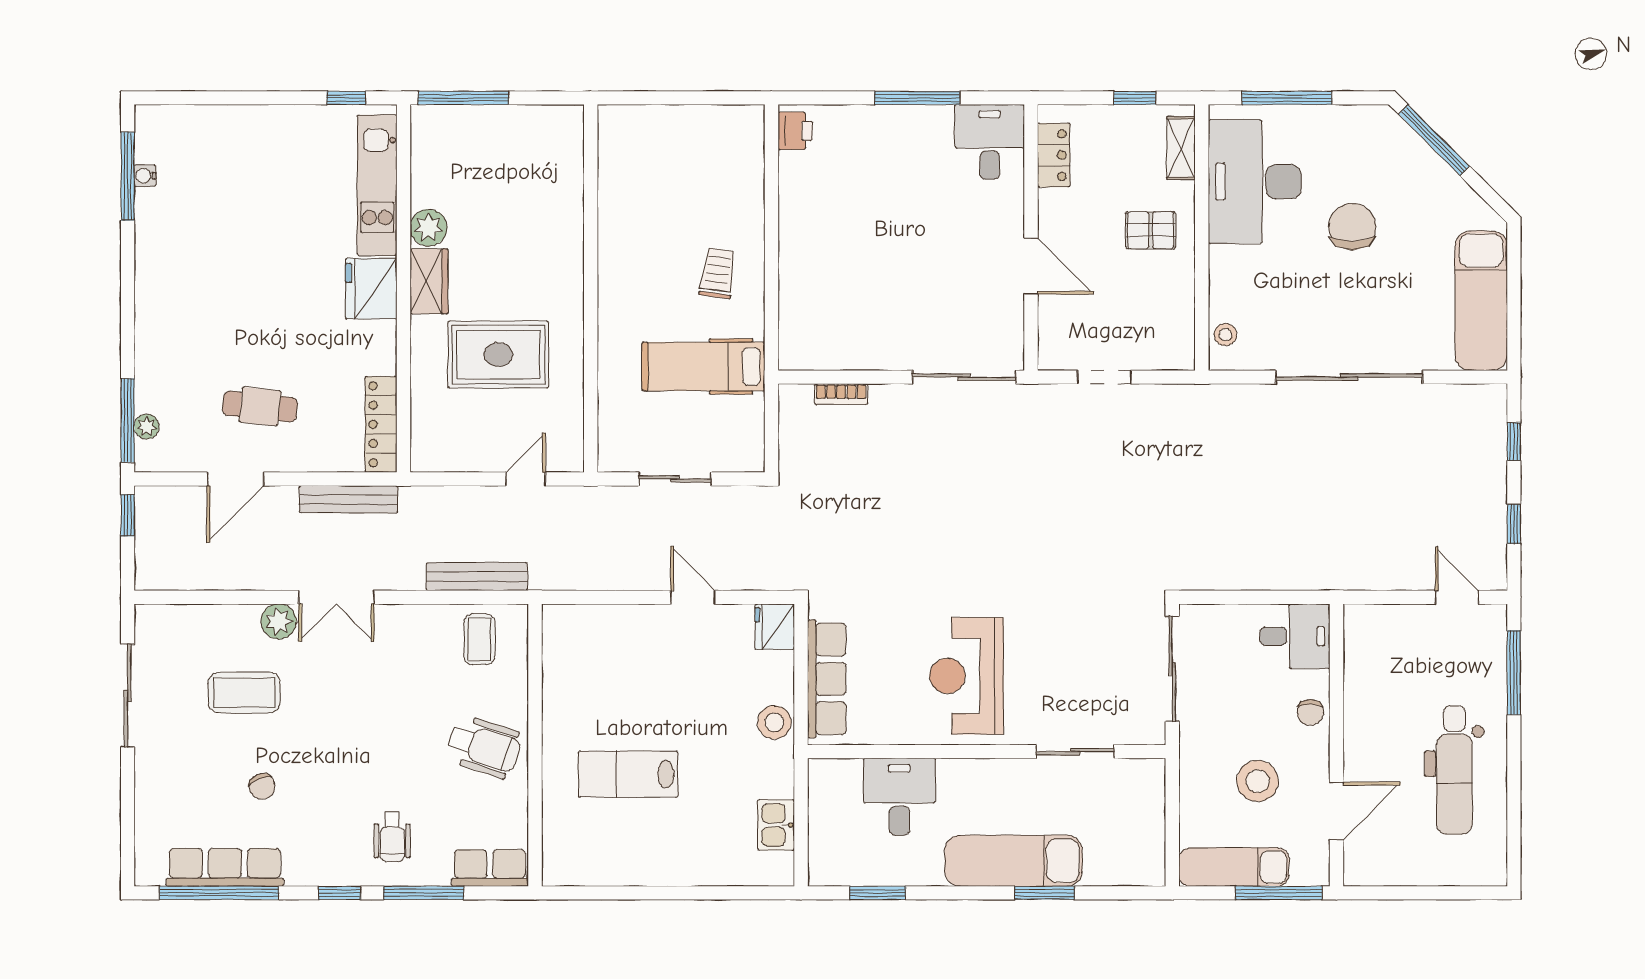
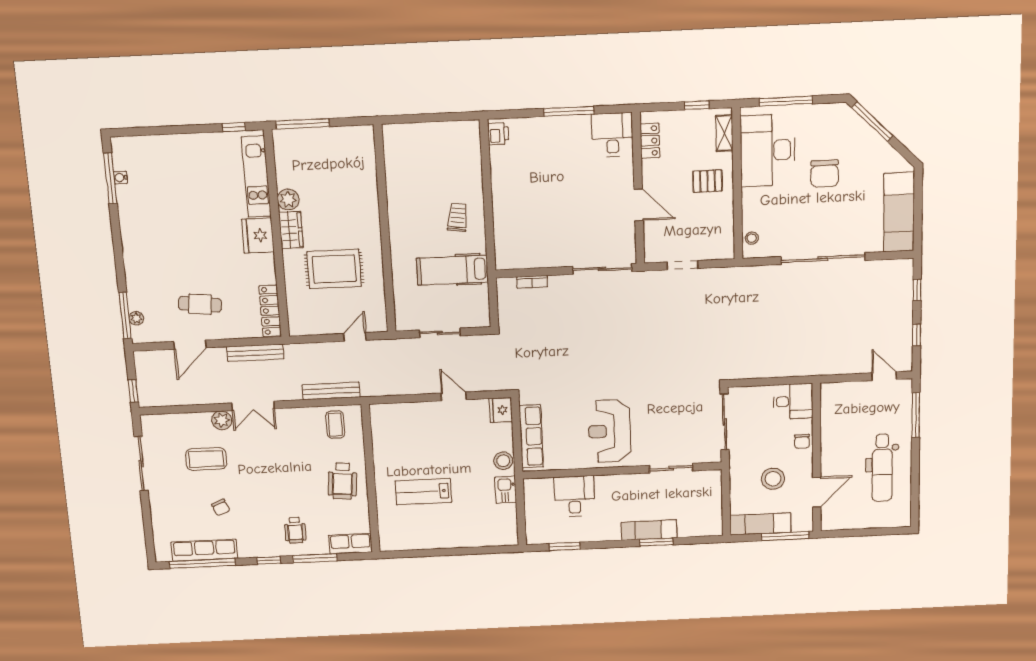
chair: (1352, 227) -> (825, 174), turned 180
window: (128, 515) -> (133, 391), moved
wheelchair: (484, 747) -> (342, 481), turned 77
kitchen sink: (776, 825) -> (506, 490), moved
exam couch: (1013, 861) -> (649, 530), width x0.73, depth x0.69

